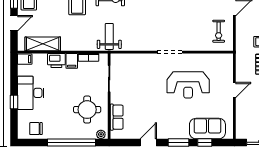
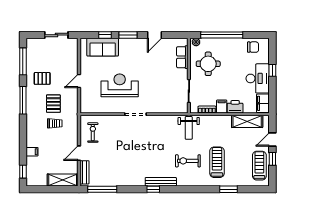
filing cabinet: (25, 59) -> (263, 103), width x2.00

